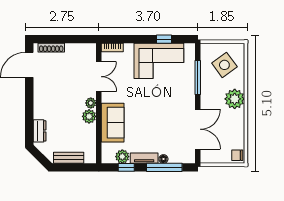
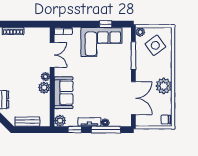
plant: (206, 49) -> (140, 32), added
plant: (235, 99) -> (164, 86), moved
plant: (122, 157) -> (60, 121), moved

